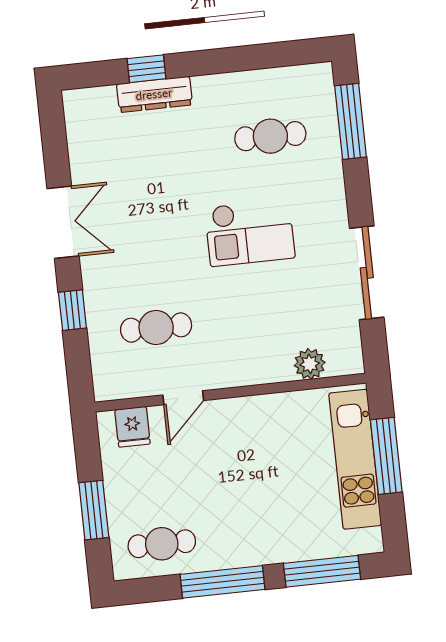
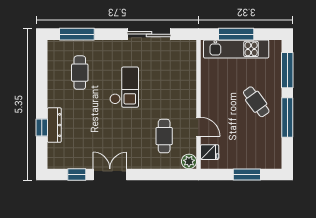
window: (72, 310) -> (77, 175), moved
plant: (310, 364) -> (189, 161), moved
cafe table: (162, 544) -> (256, 102), moved, turned -36

